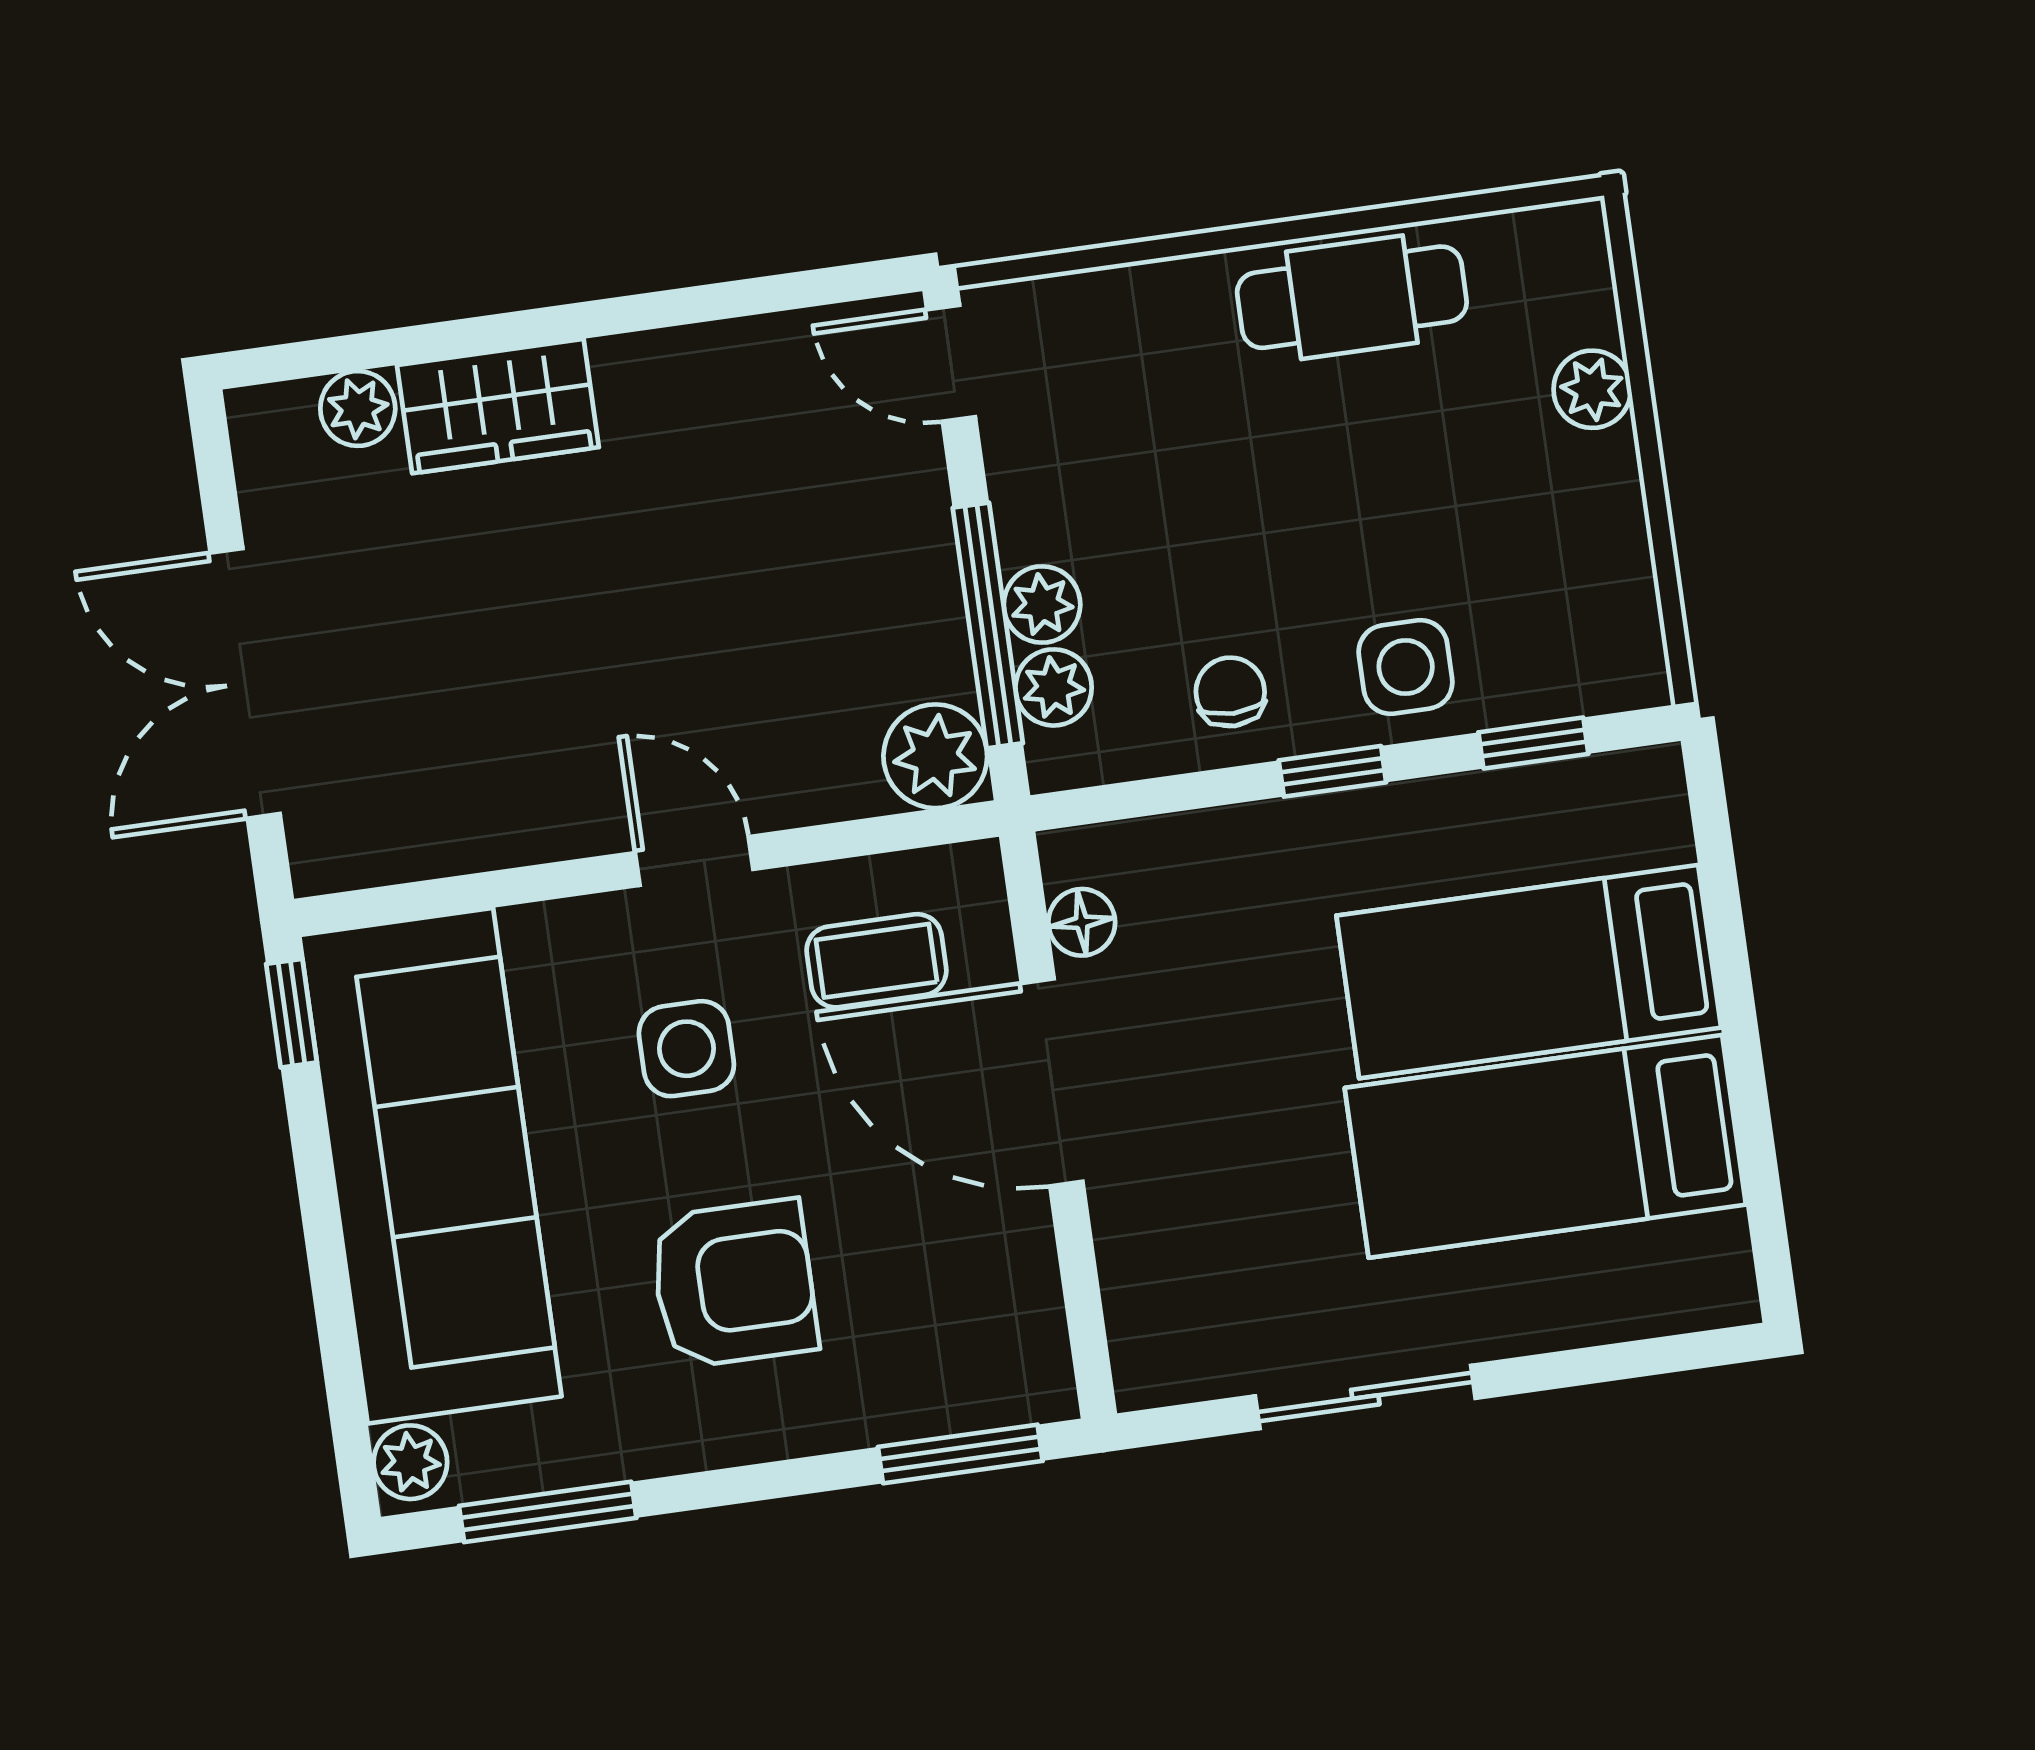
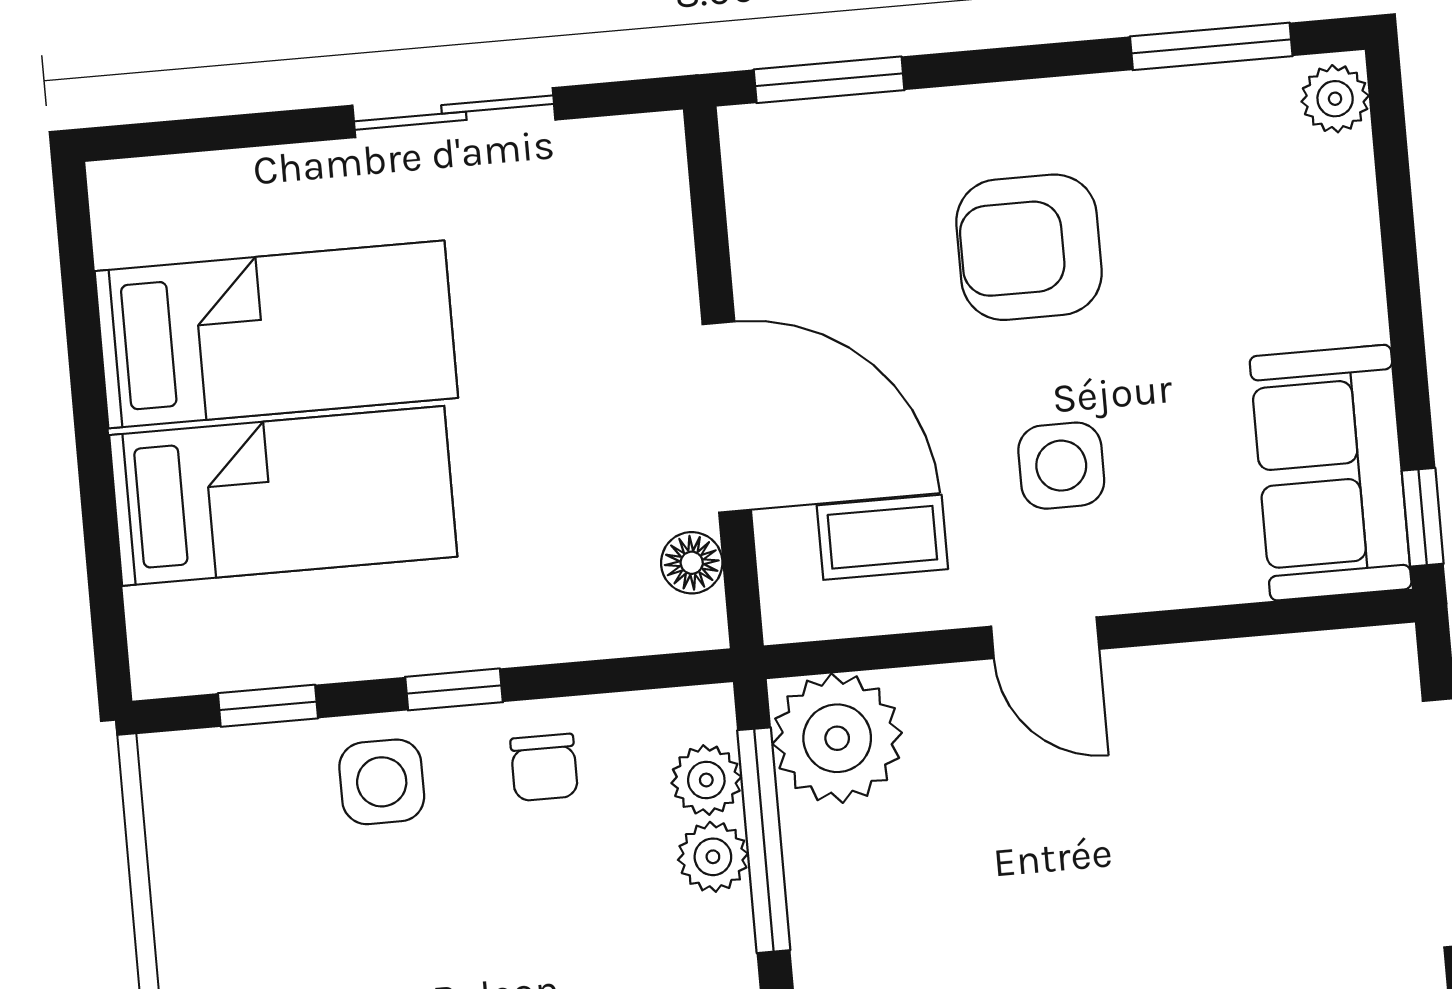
plant: (935, 756) -> (837, 738), width x1.36, depth x1.36
sofa: (430, 1166) -> (1331, 473), width x0.54, depth x0.79

